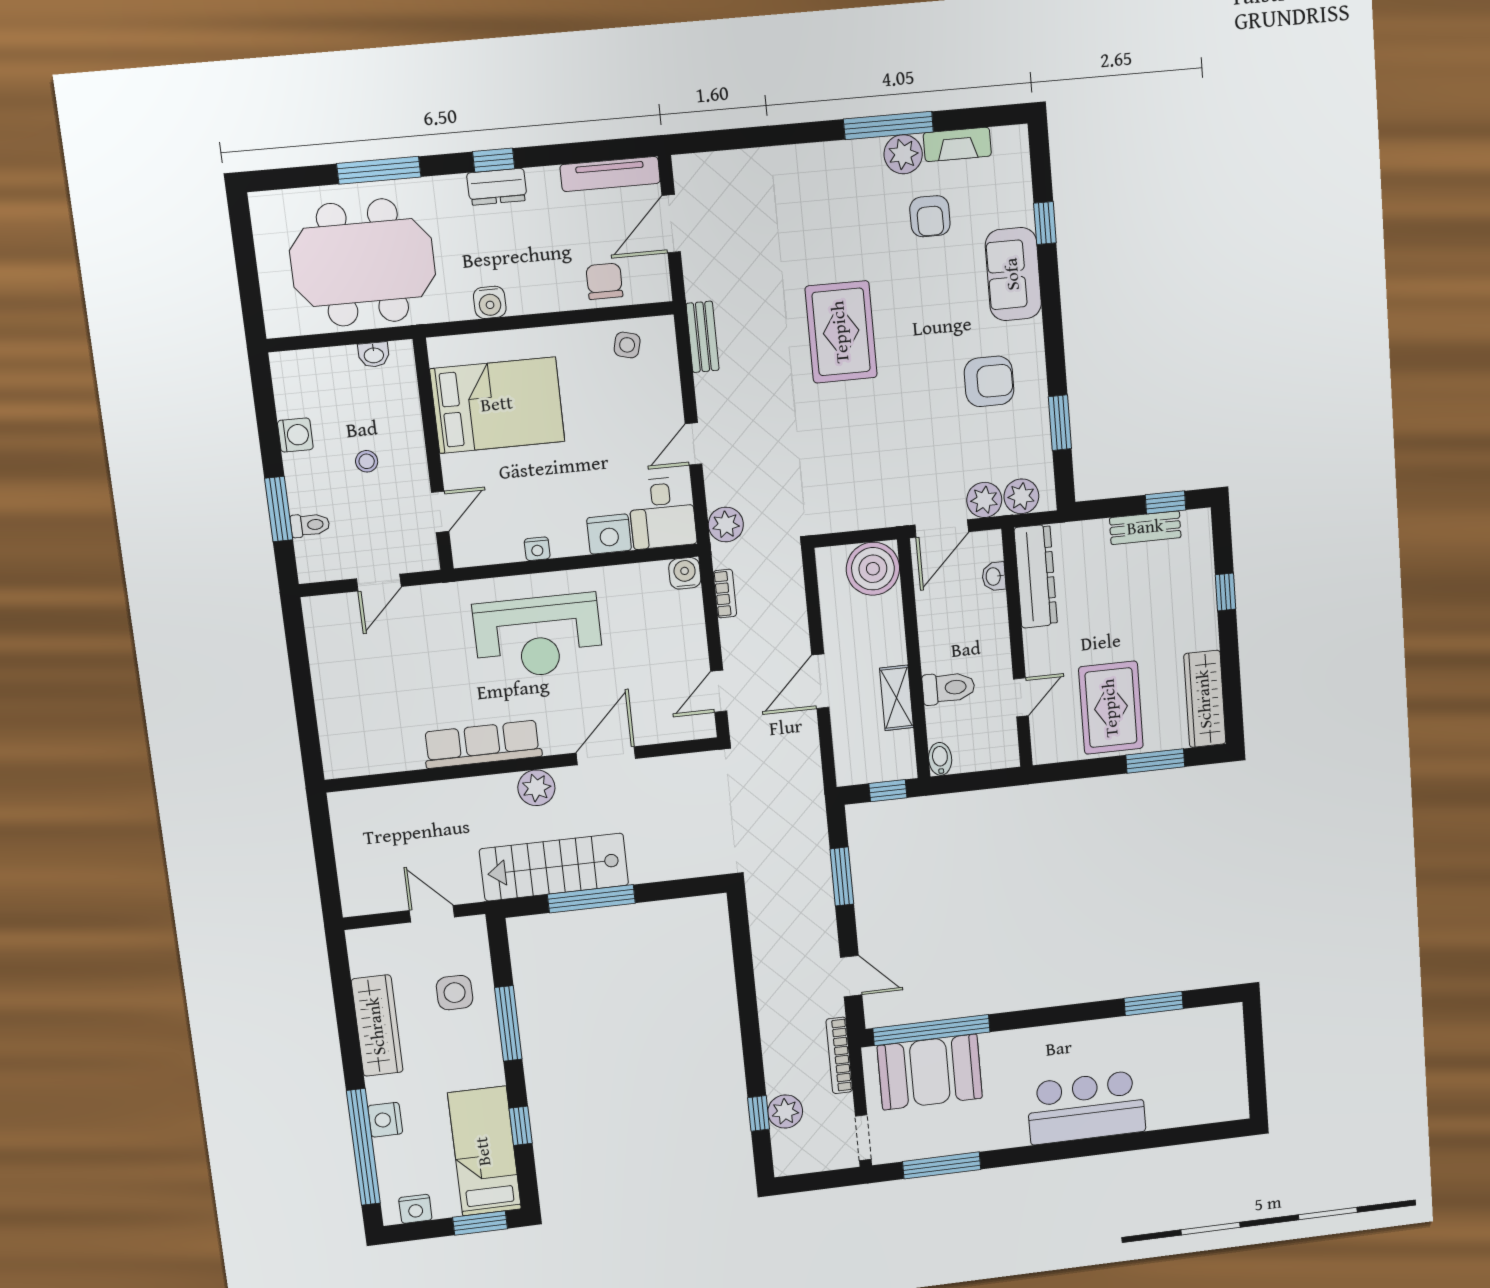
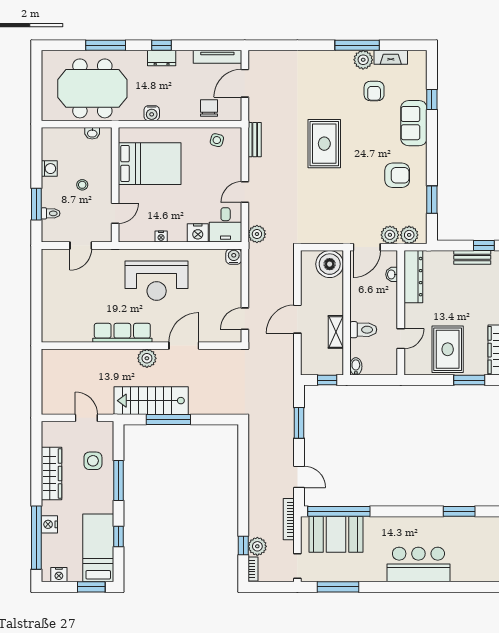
bookcase: (725, 594) -> (253, 569), moved

